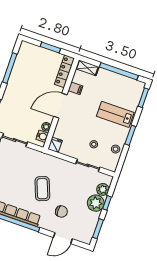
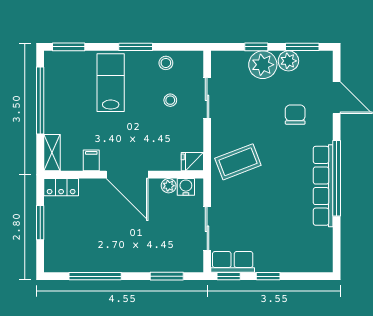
locker: (64, 71) -> (61, 187), width x0.66
lab bench: (115, 114) -> (111, 83), turned 180
coffee table: (42, 189) -> (238, 162), moved
plant: (103, 189) -> (288, 61), moved

